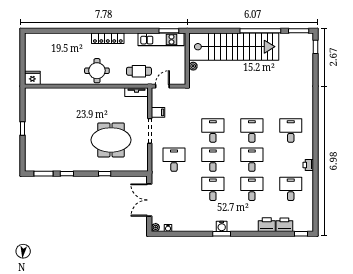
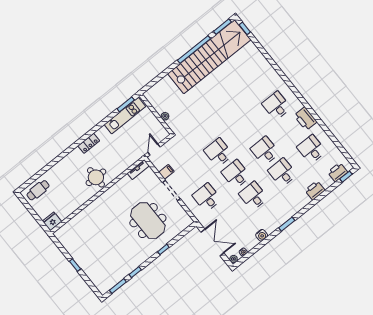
locker: (108, 38) -> (89, 143), width x0.66
stairs: (234, 47) -> (209, 57), moved
cafe table: (139, 71) -> (38, 190), moved
desk: (252, 131) -> (247, 129), removed
meeting table: (111, 140) -> (148, 221), turned 90
printer: (308, 165) -> (305, 119), width x1.87, depth x1.48
double door: (149, 200) -> (212, 242), swing flipped
printer: (284, 225) -> (338, 172), moved
water cooler: (222, 226) -> (262, 235), moved

